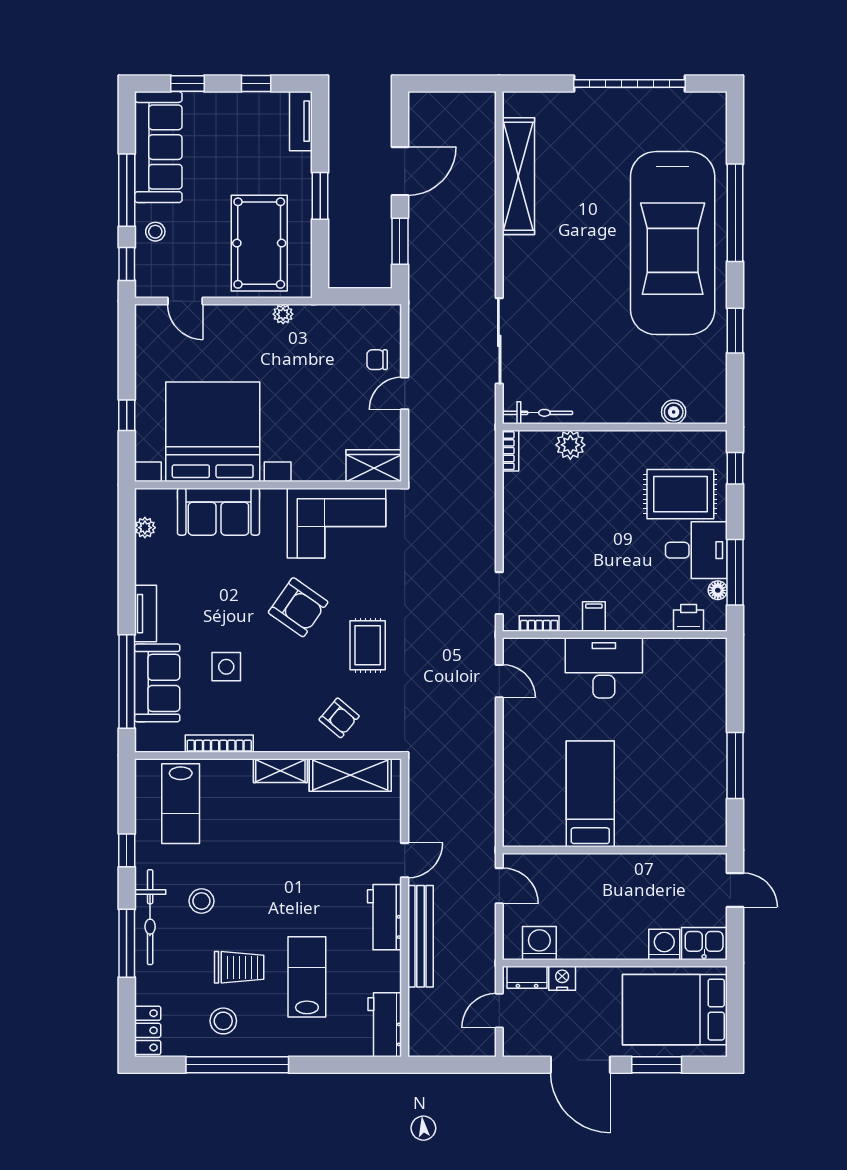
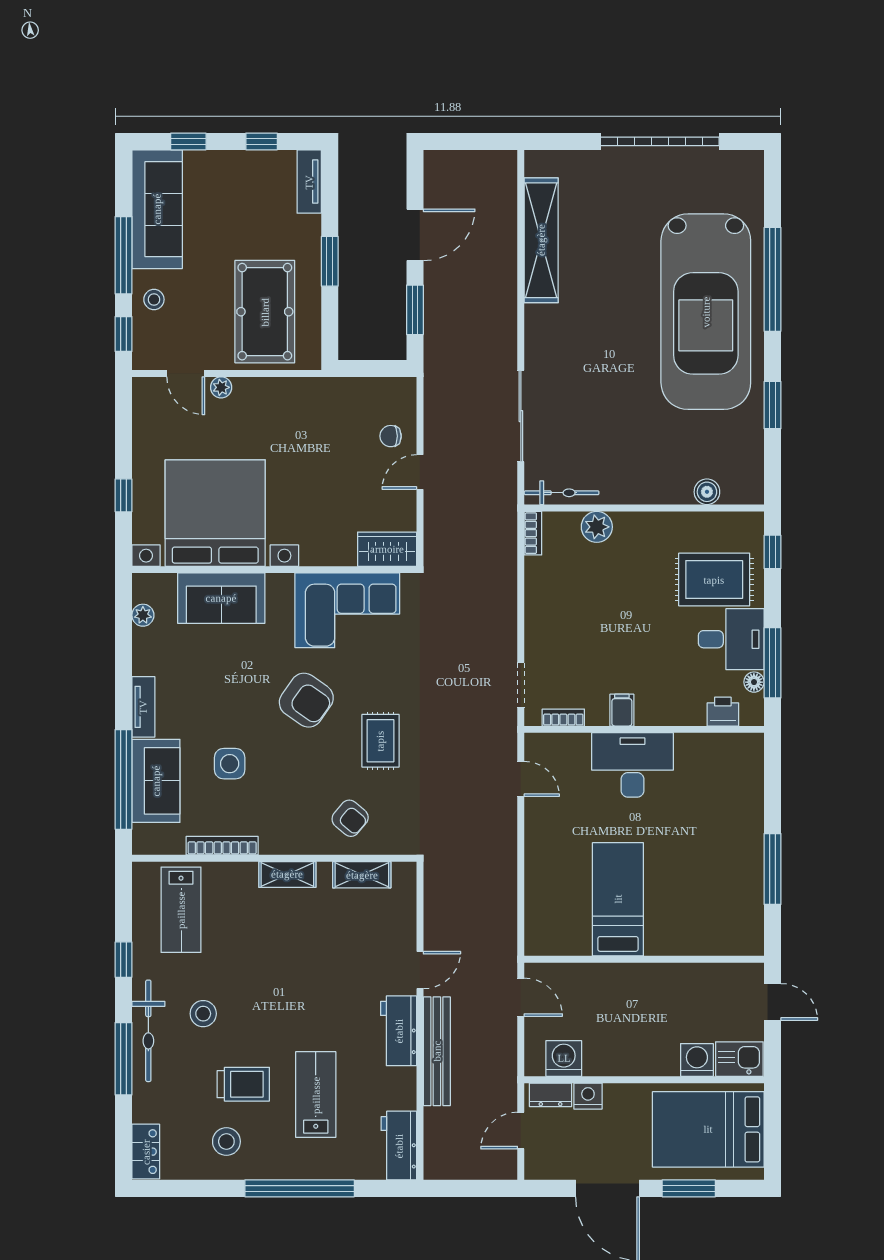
plant: (283, 314) -> (221, 387), moved
shelving: (350, 775) -> (362, 875), width x0.67, depth x0.75
window: (237, 1065) -> (300, 1188), moved

